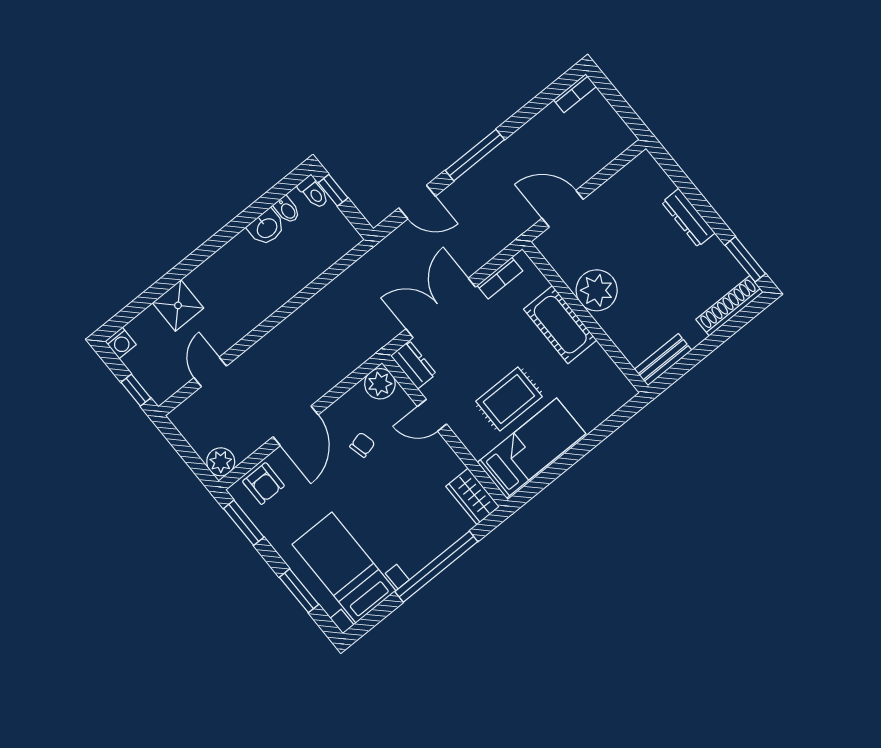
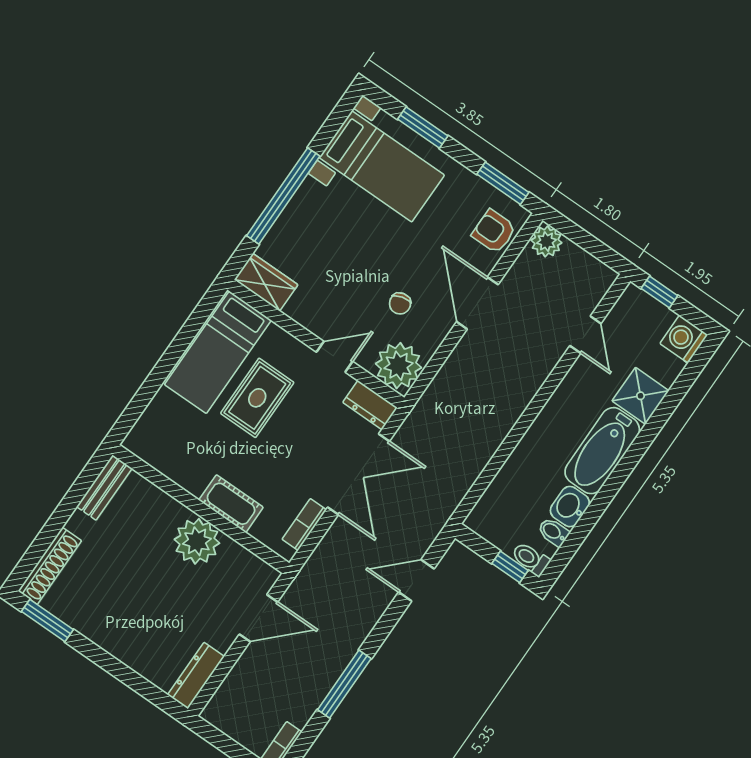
window: (475, 155) -> (344, 684), moved
dresser: (688, 218) -> (196, 676), moved, turned -90
bathtub: (225, 268) -> (602, 451), added
cot: (560, 325) -> (231, 504), width x0.73, depth x0.75
washing machine: (121, 343) -> (684, 339), width x1.38, depth x1.38
plant: (380, 384) -> (399, 366), width x1.36, depth x1.36

